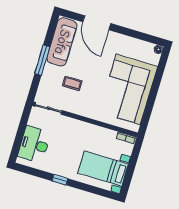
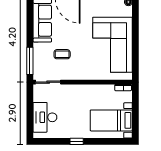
window: (42, 60) -> (30, 61), moved

